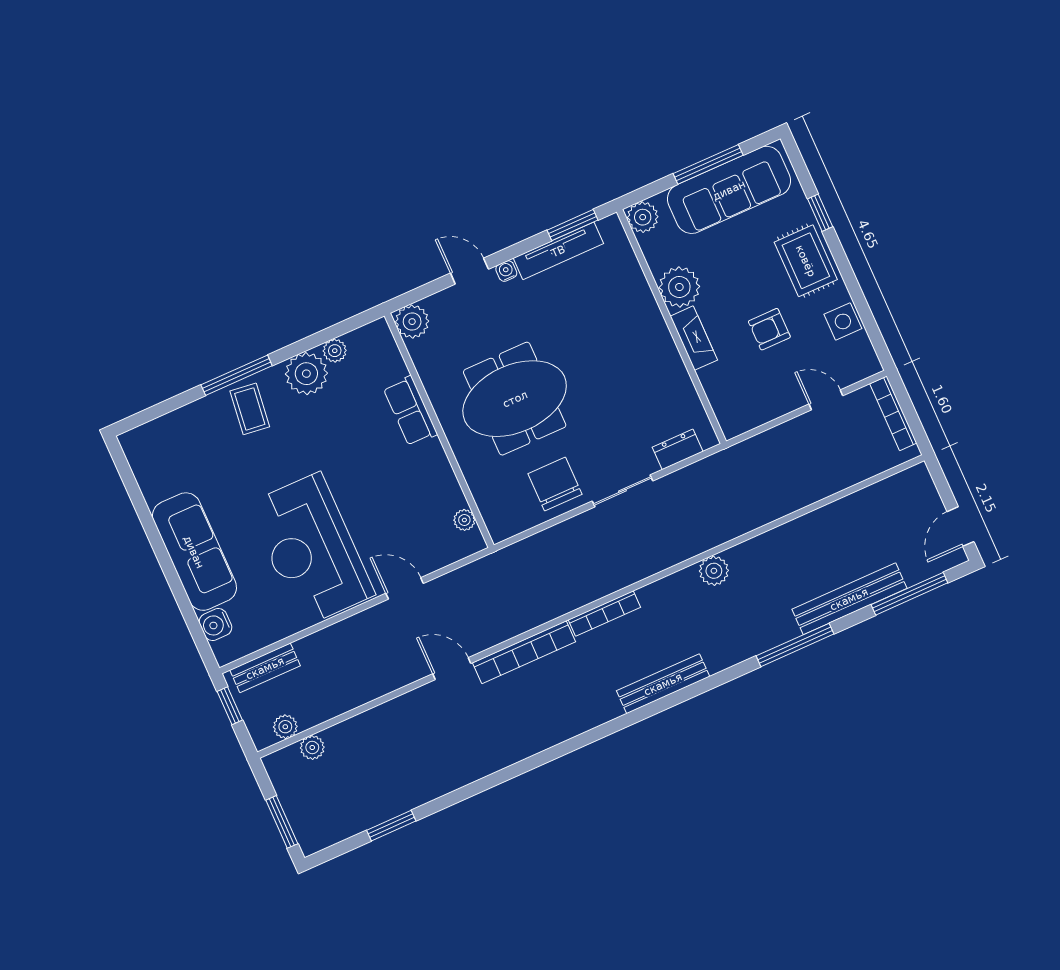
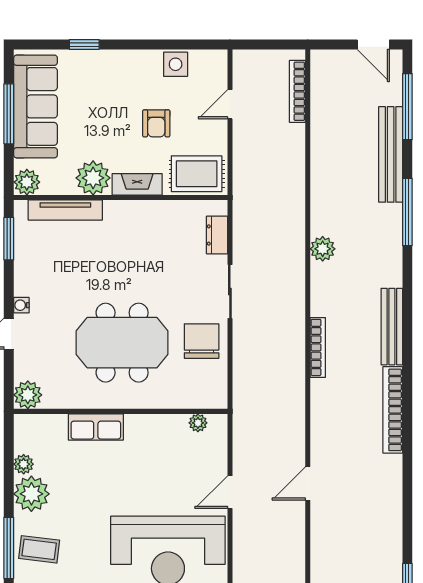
tv unit: (558, 251) -> (65, 210), moved, turned 90
rug: (806, 261) -> (197, 174), moved
meeting table: (515, 399) -> (122, 343), turned 90
bookcase: (893, 413) -> (297, 91), moved, turned 90
chair: (555, 484) -> (202, 341), turned 90
bookcase: (524, 652) -> (393, 410), moved, turned 180

